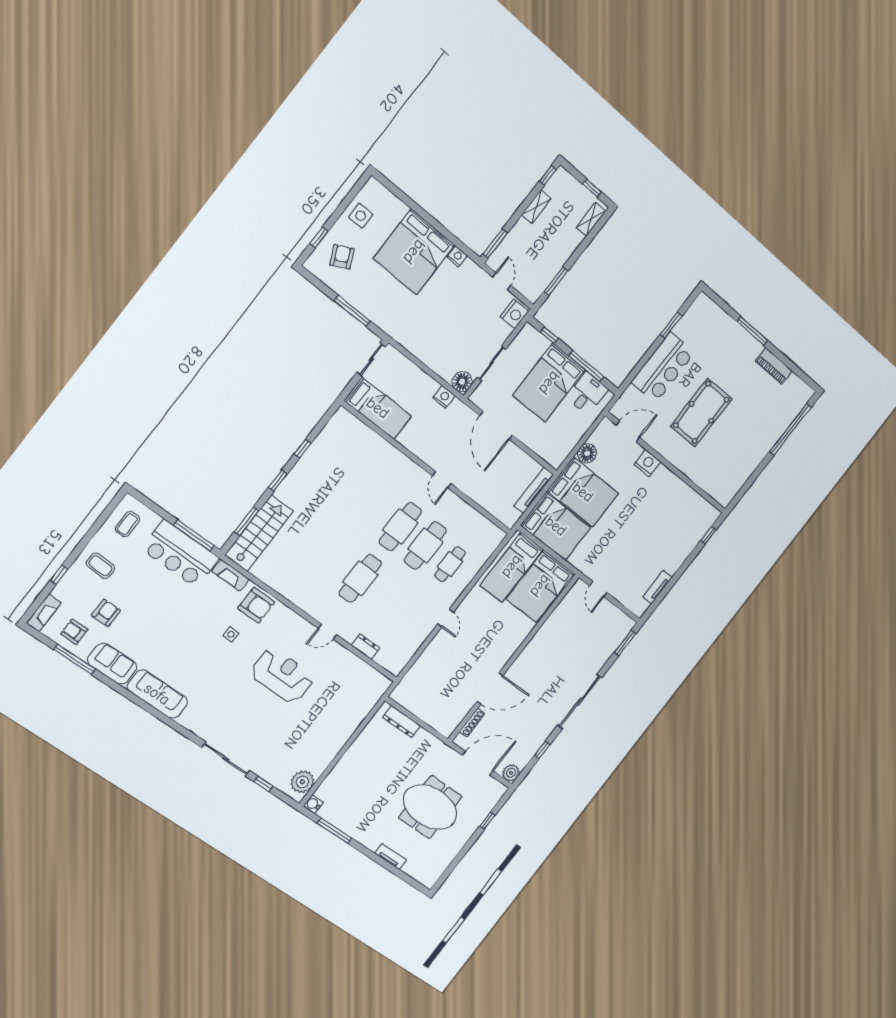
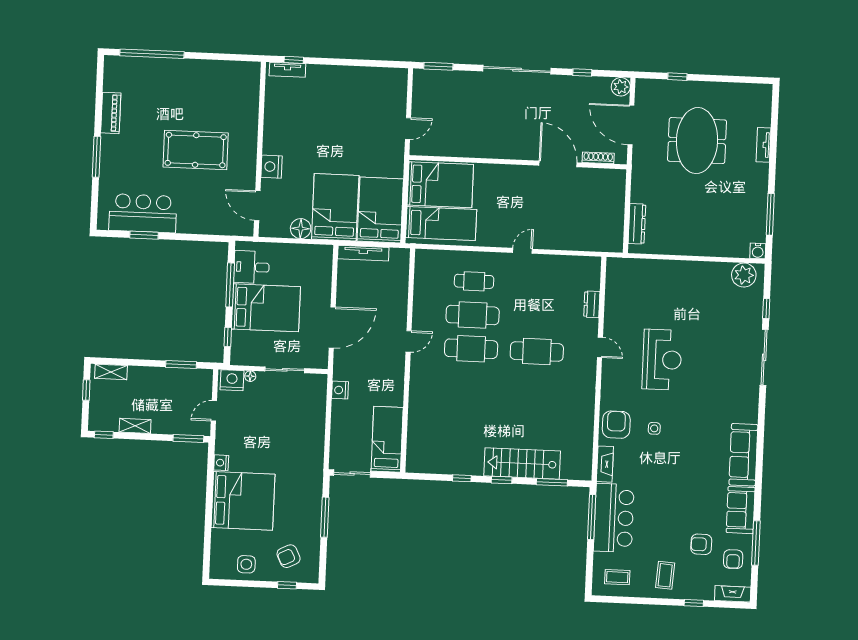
bar counter: (663, 367) -> (143, 213), moved
floor lamp: (462, 382) -> (250, 376), moved, width x0.53, depth x0.53
stairs: (259, 533) -> (522, 463), moved
tv unit: (657, 587) -> (287, 70), moved
reception desk: (282, 676) -> (662, 360), turned 180

